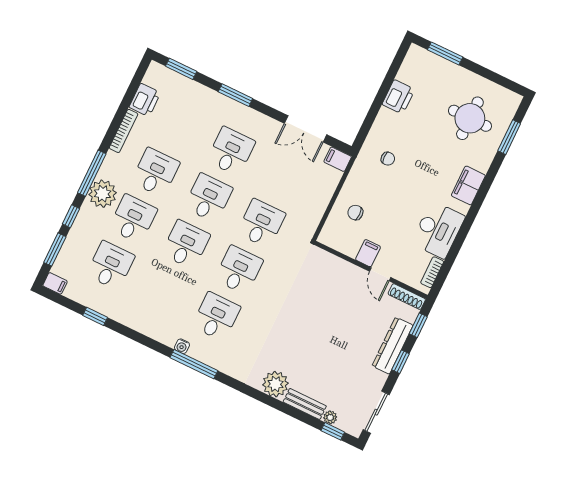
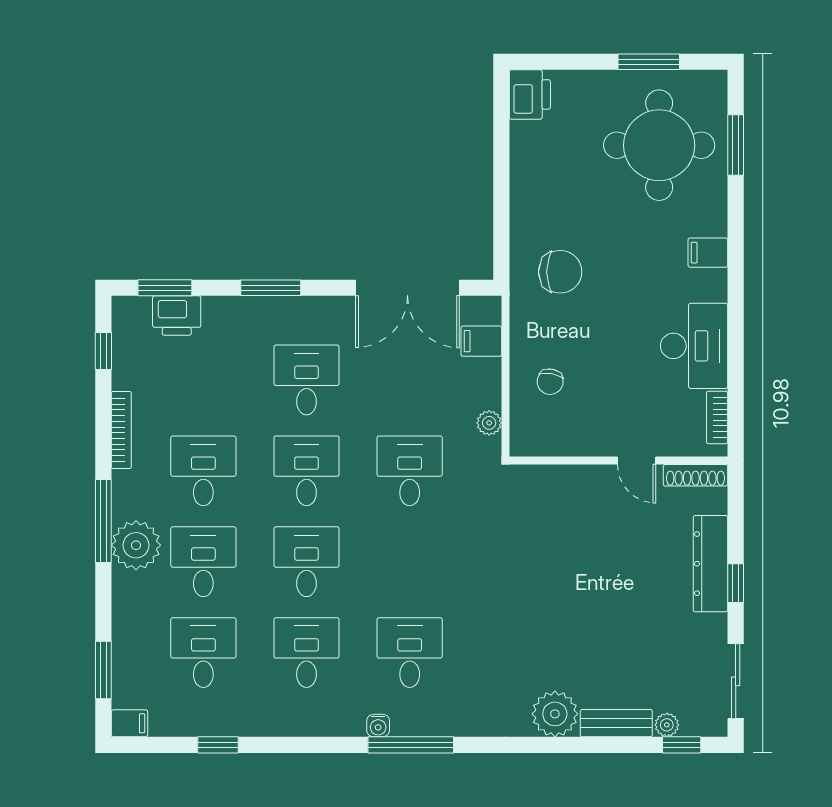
window: (445, 53) -> (649, 62), moved
printer: (398, 97) -> (530, 94), moved
printer: (145, 100) -> (177, 316), moved, turned 90
round table: (470, 118) -> (659, 145), width x1.36, depth x1.36
double door: (306, 129) -> (407, 288), width x1.37
filing cabinet: (338, 159) -> (481, 341), moved
chair: (388, 159) -> (560, 272), width x1.87, depth x1.87
filing cabinet: (468, 185) -> (708, 253), width x0.50
chair: (355, 213) -> (550, 382), turned -80
window: (71, 216) -> (103, 351), moved
plant: (314, 219) -> (489, 423), added
filing cabinet: (368, 253) -> (601, 436), removed
desk: (239, 270) -> (307, 653), moved
window: (418, 325) -> (736, 512), removed

